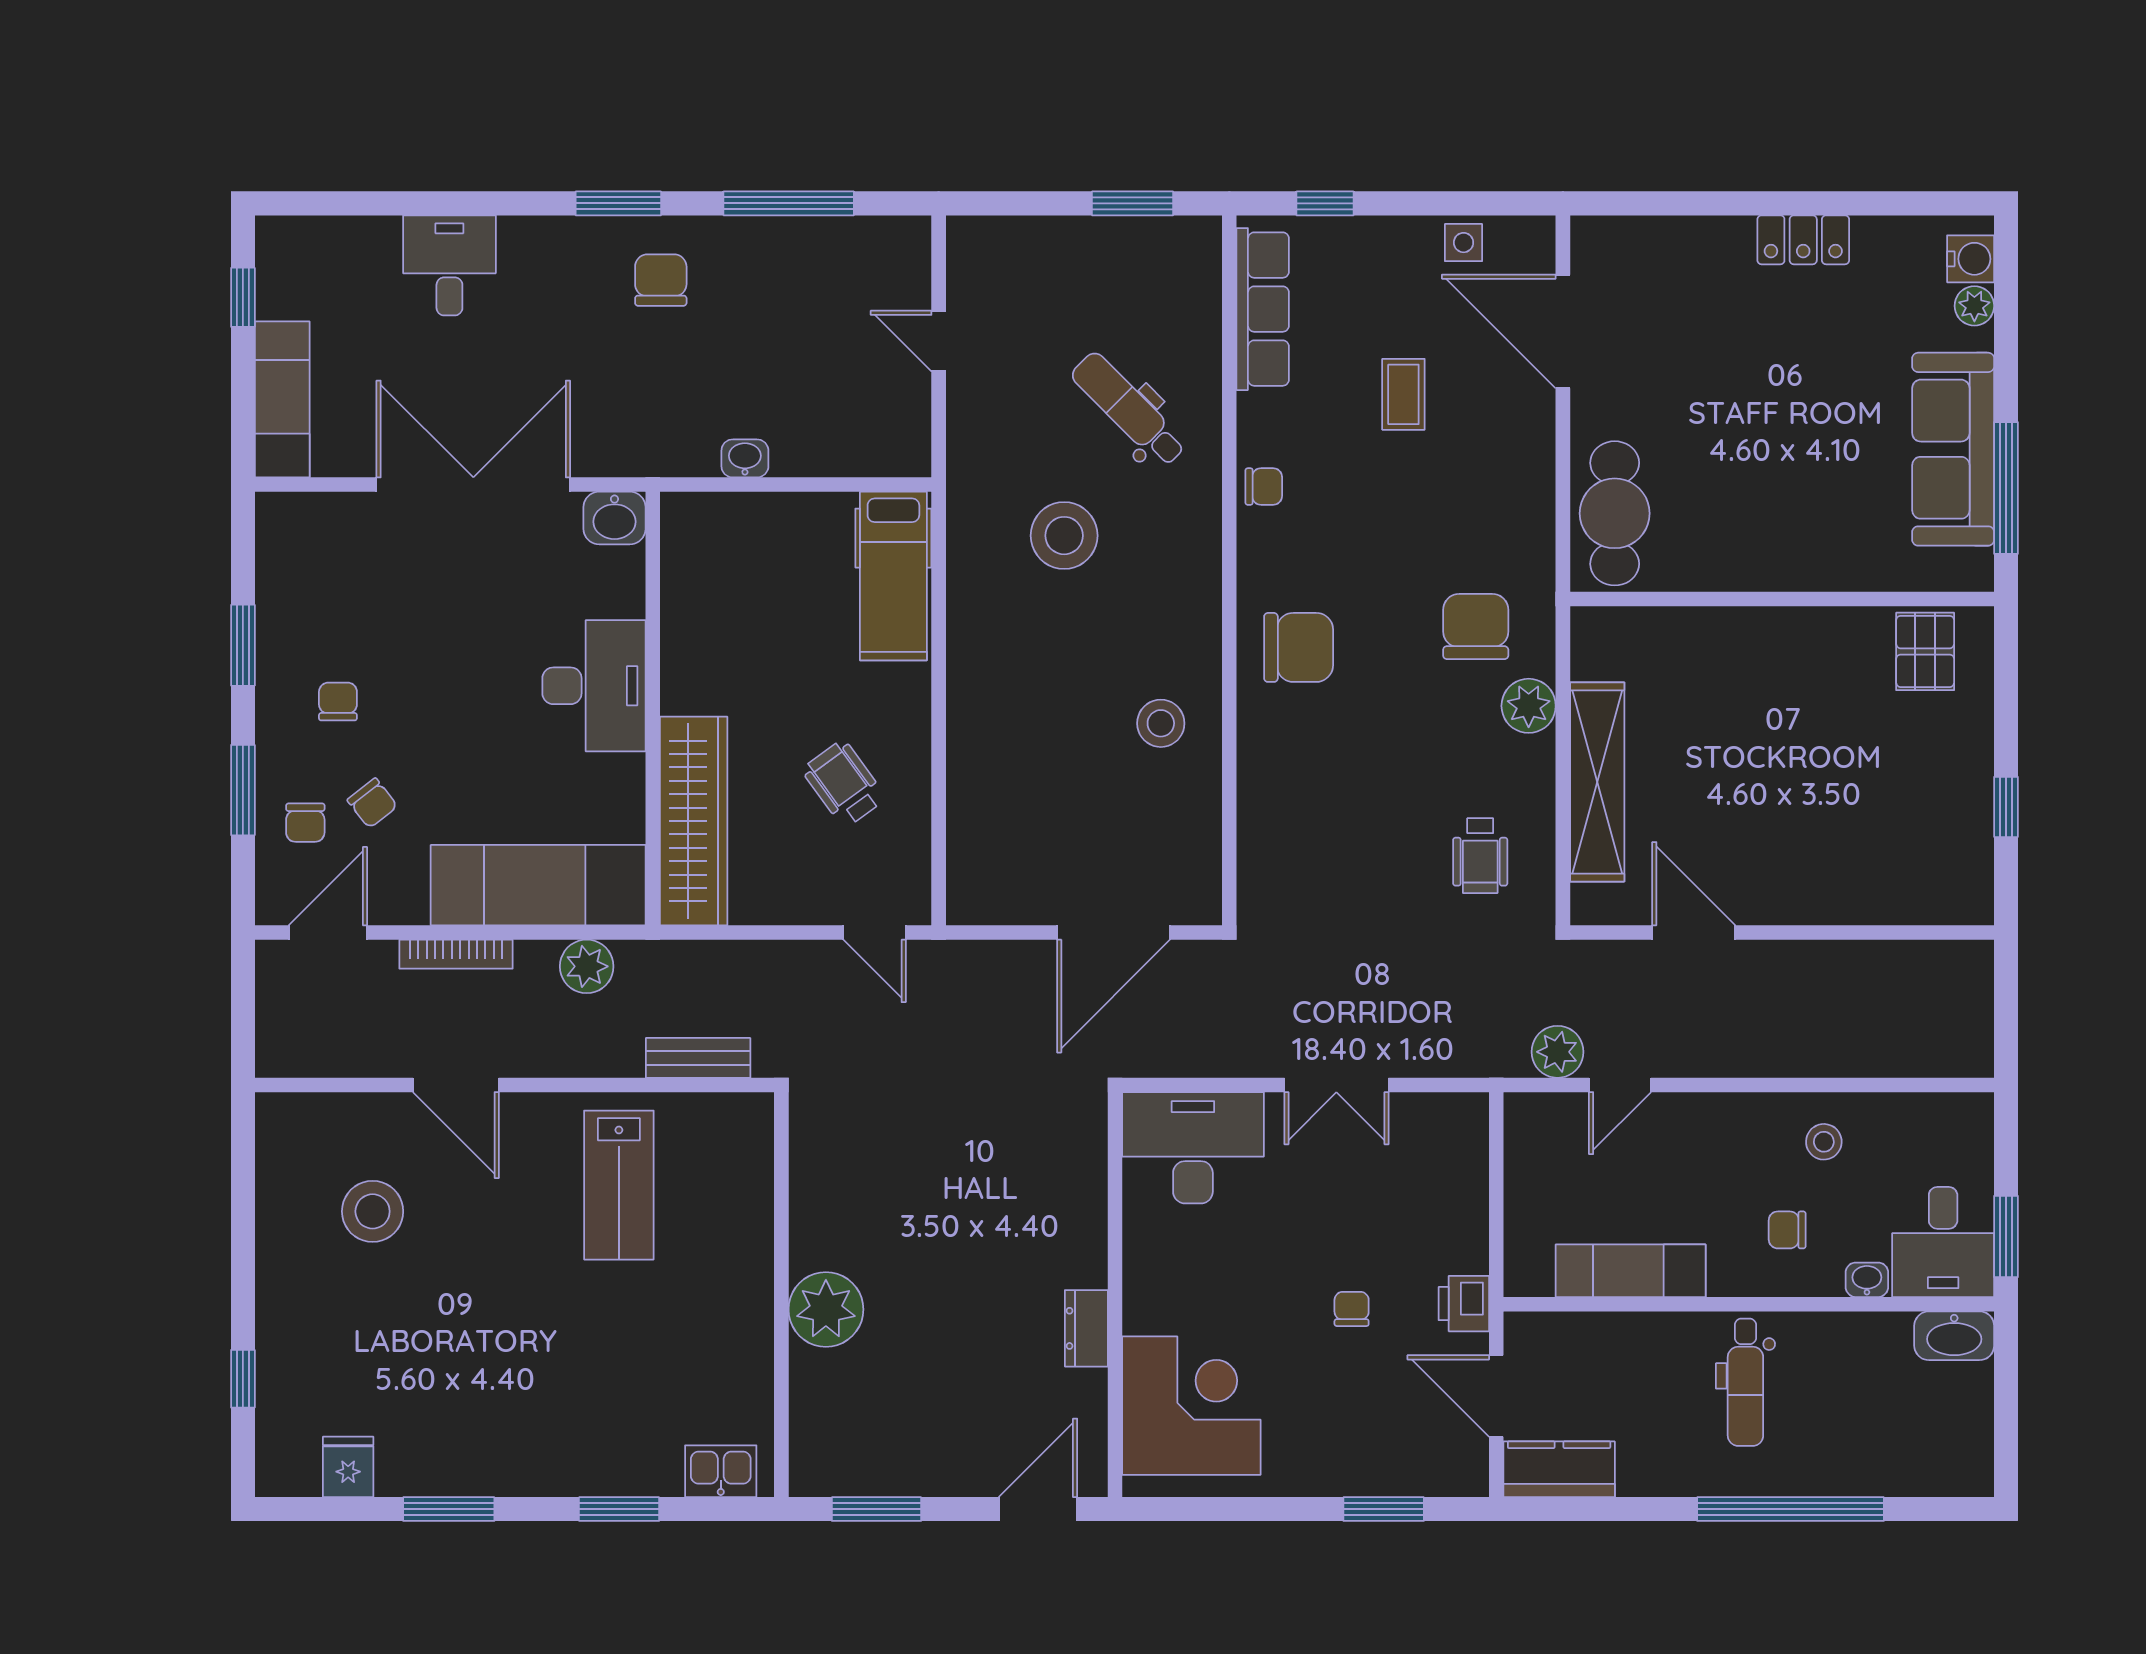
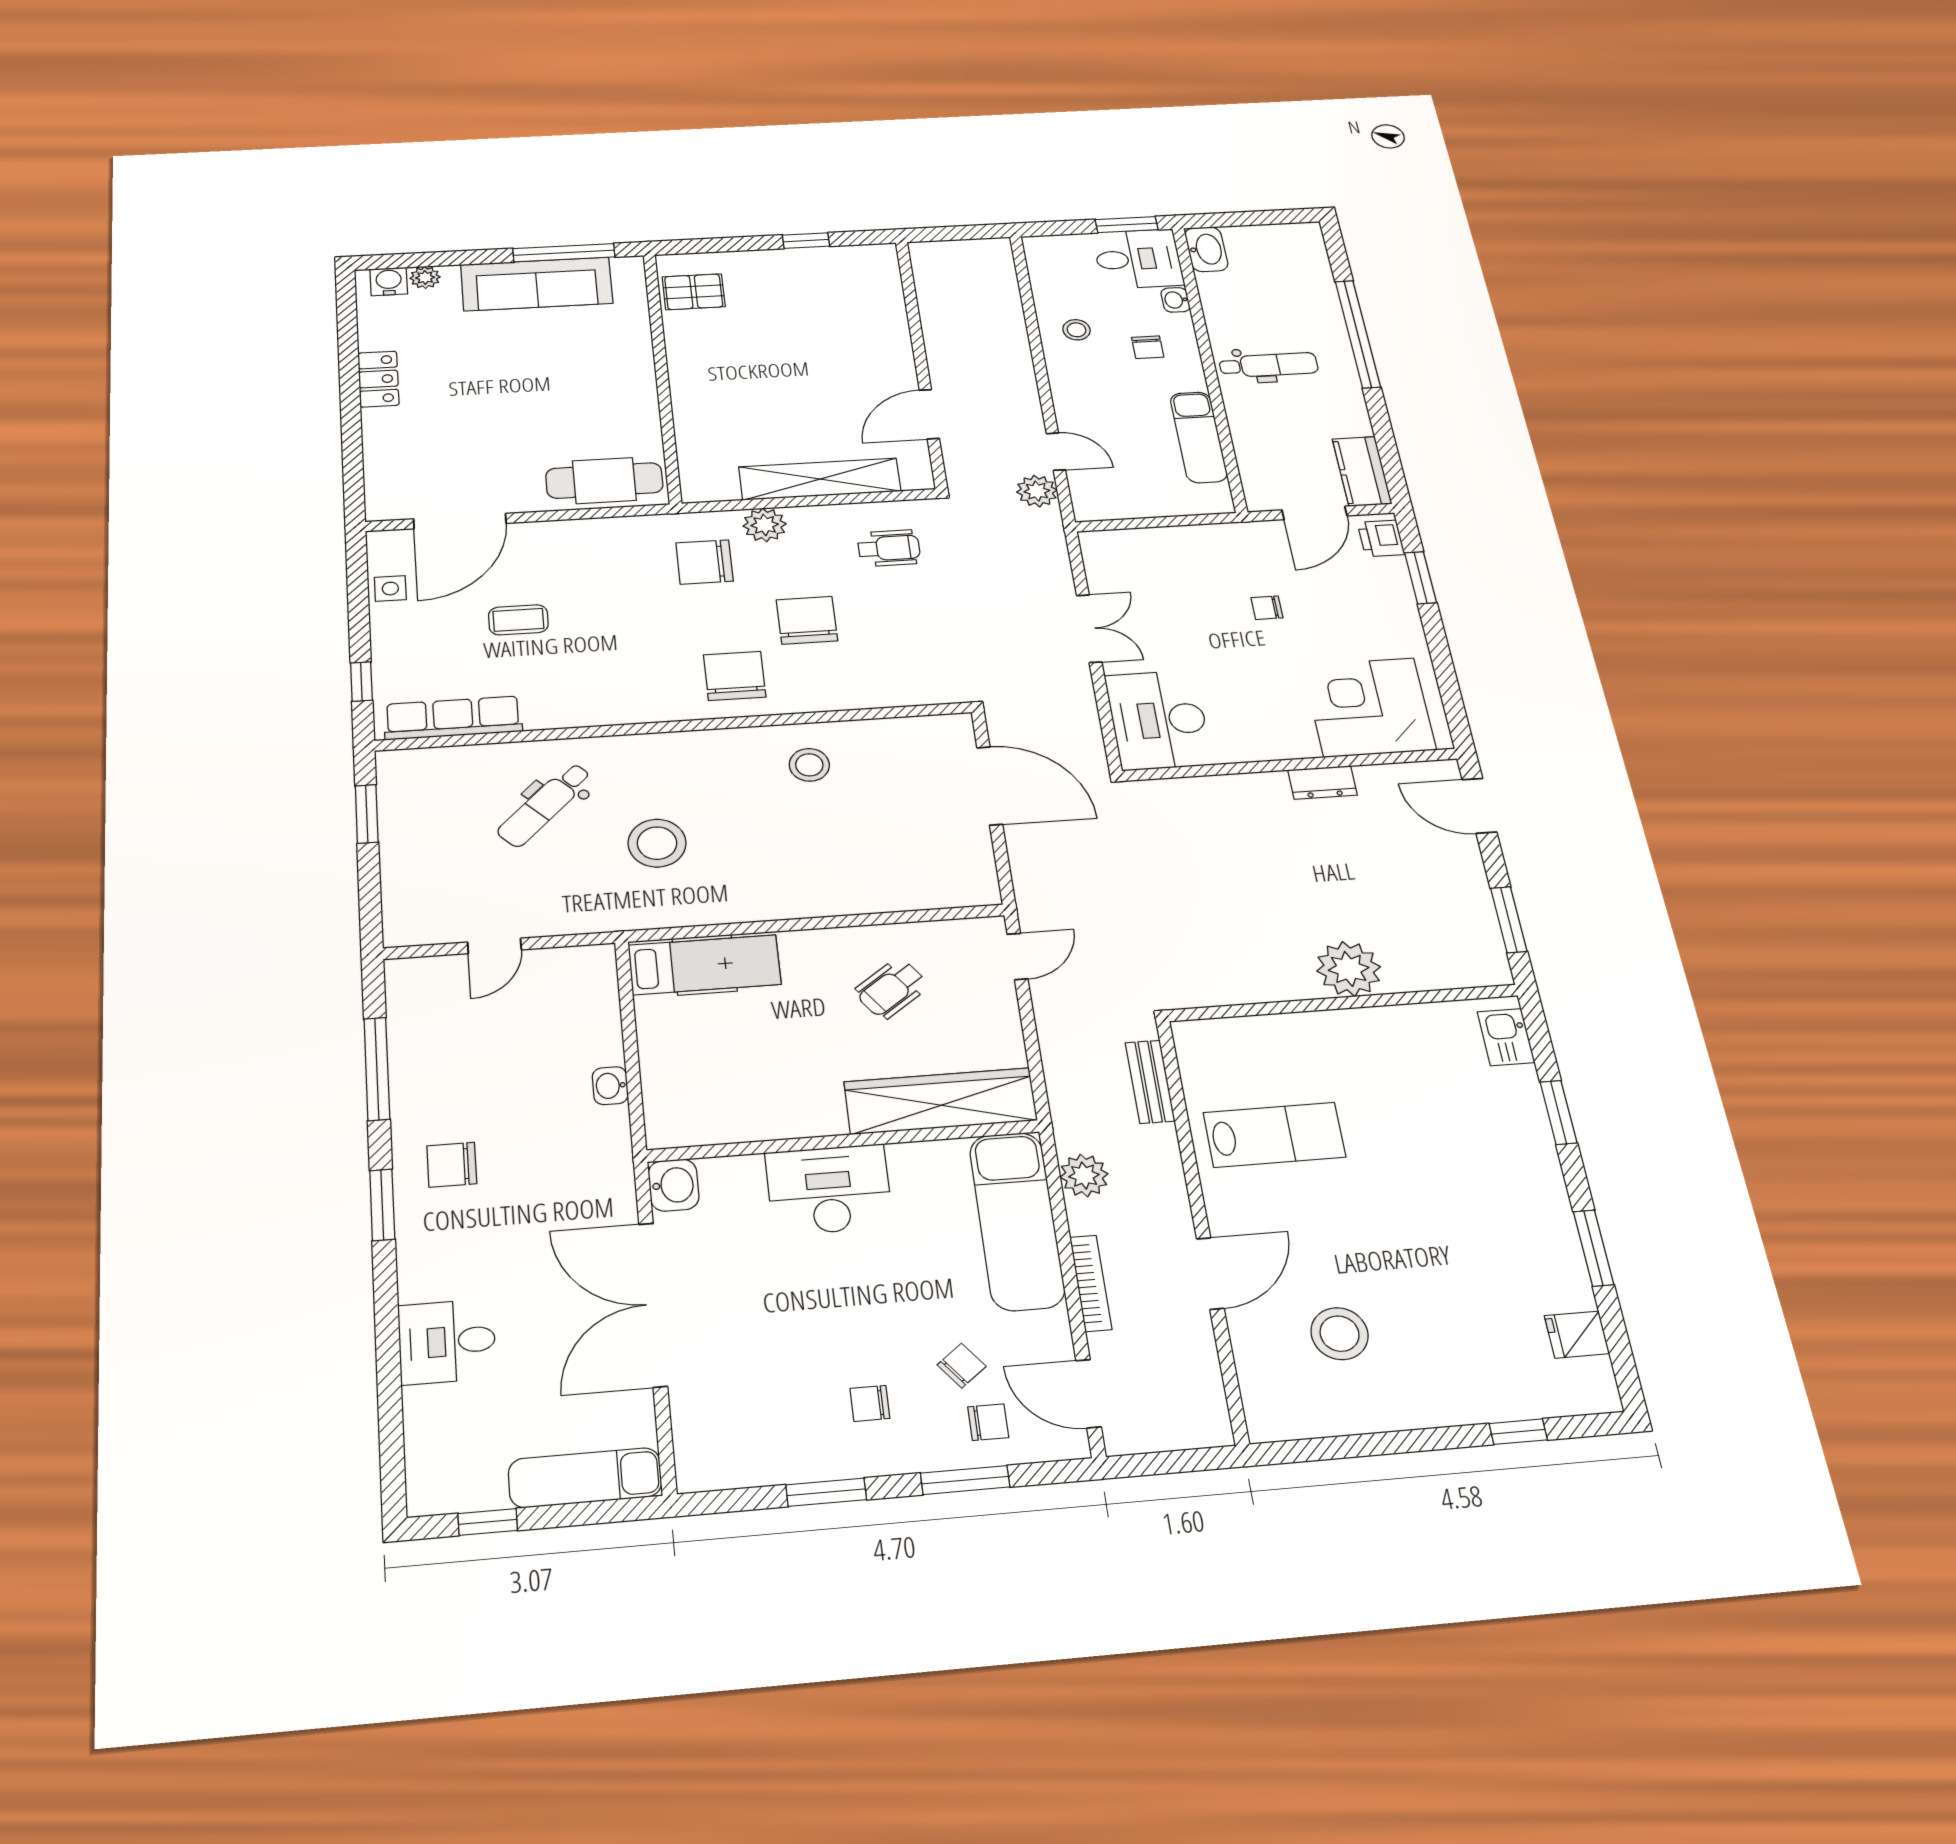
chair: (1264, 487) -> (807, 620), moved, width x1.87, depth x1.87
printer: (1464, 1304) -> (1381, 538), moved, turned 90

